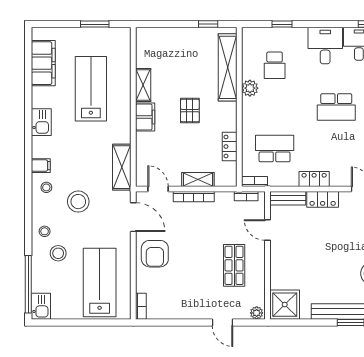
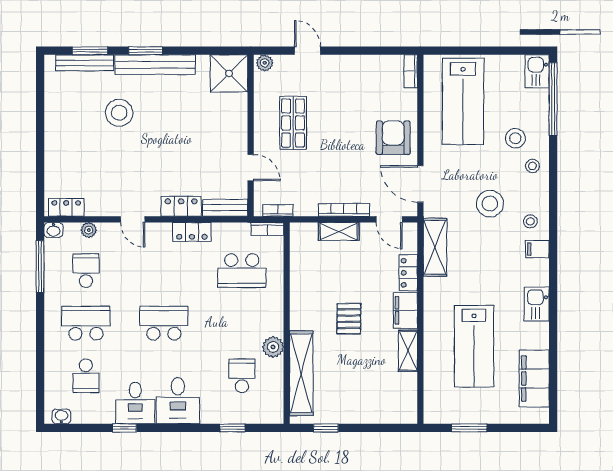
locker: (230, 146) -> (408, 273), moved, turned 180

